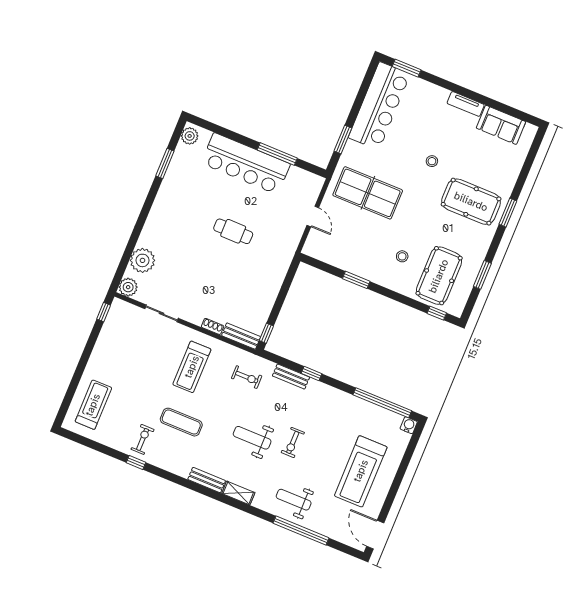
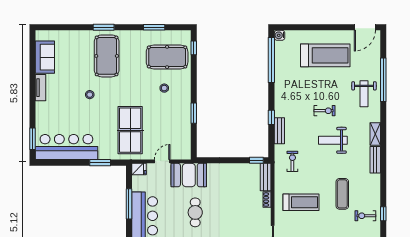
fridge: (315, 184) -> (139, 169), added
booth: (282, 242) -> (189, 175), added
weight bench: (252, 438) -> (333, 140), turned 90

